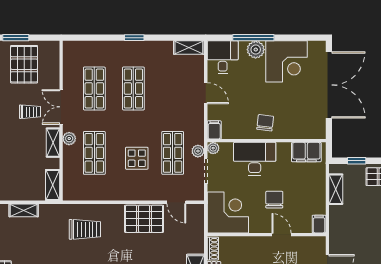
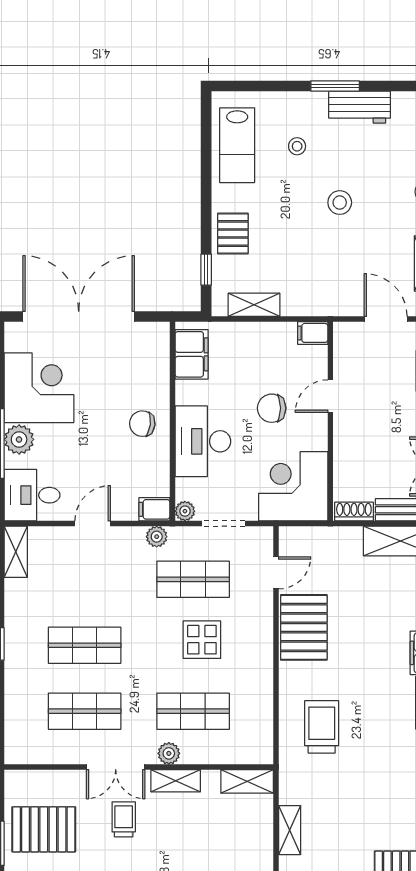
plant: (198, 151) -> (157, 537), moved

